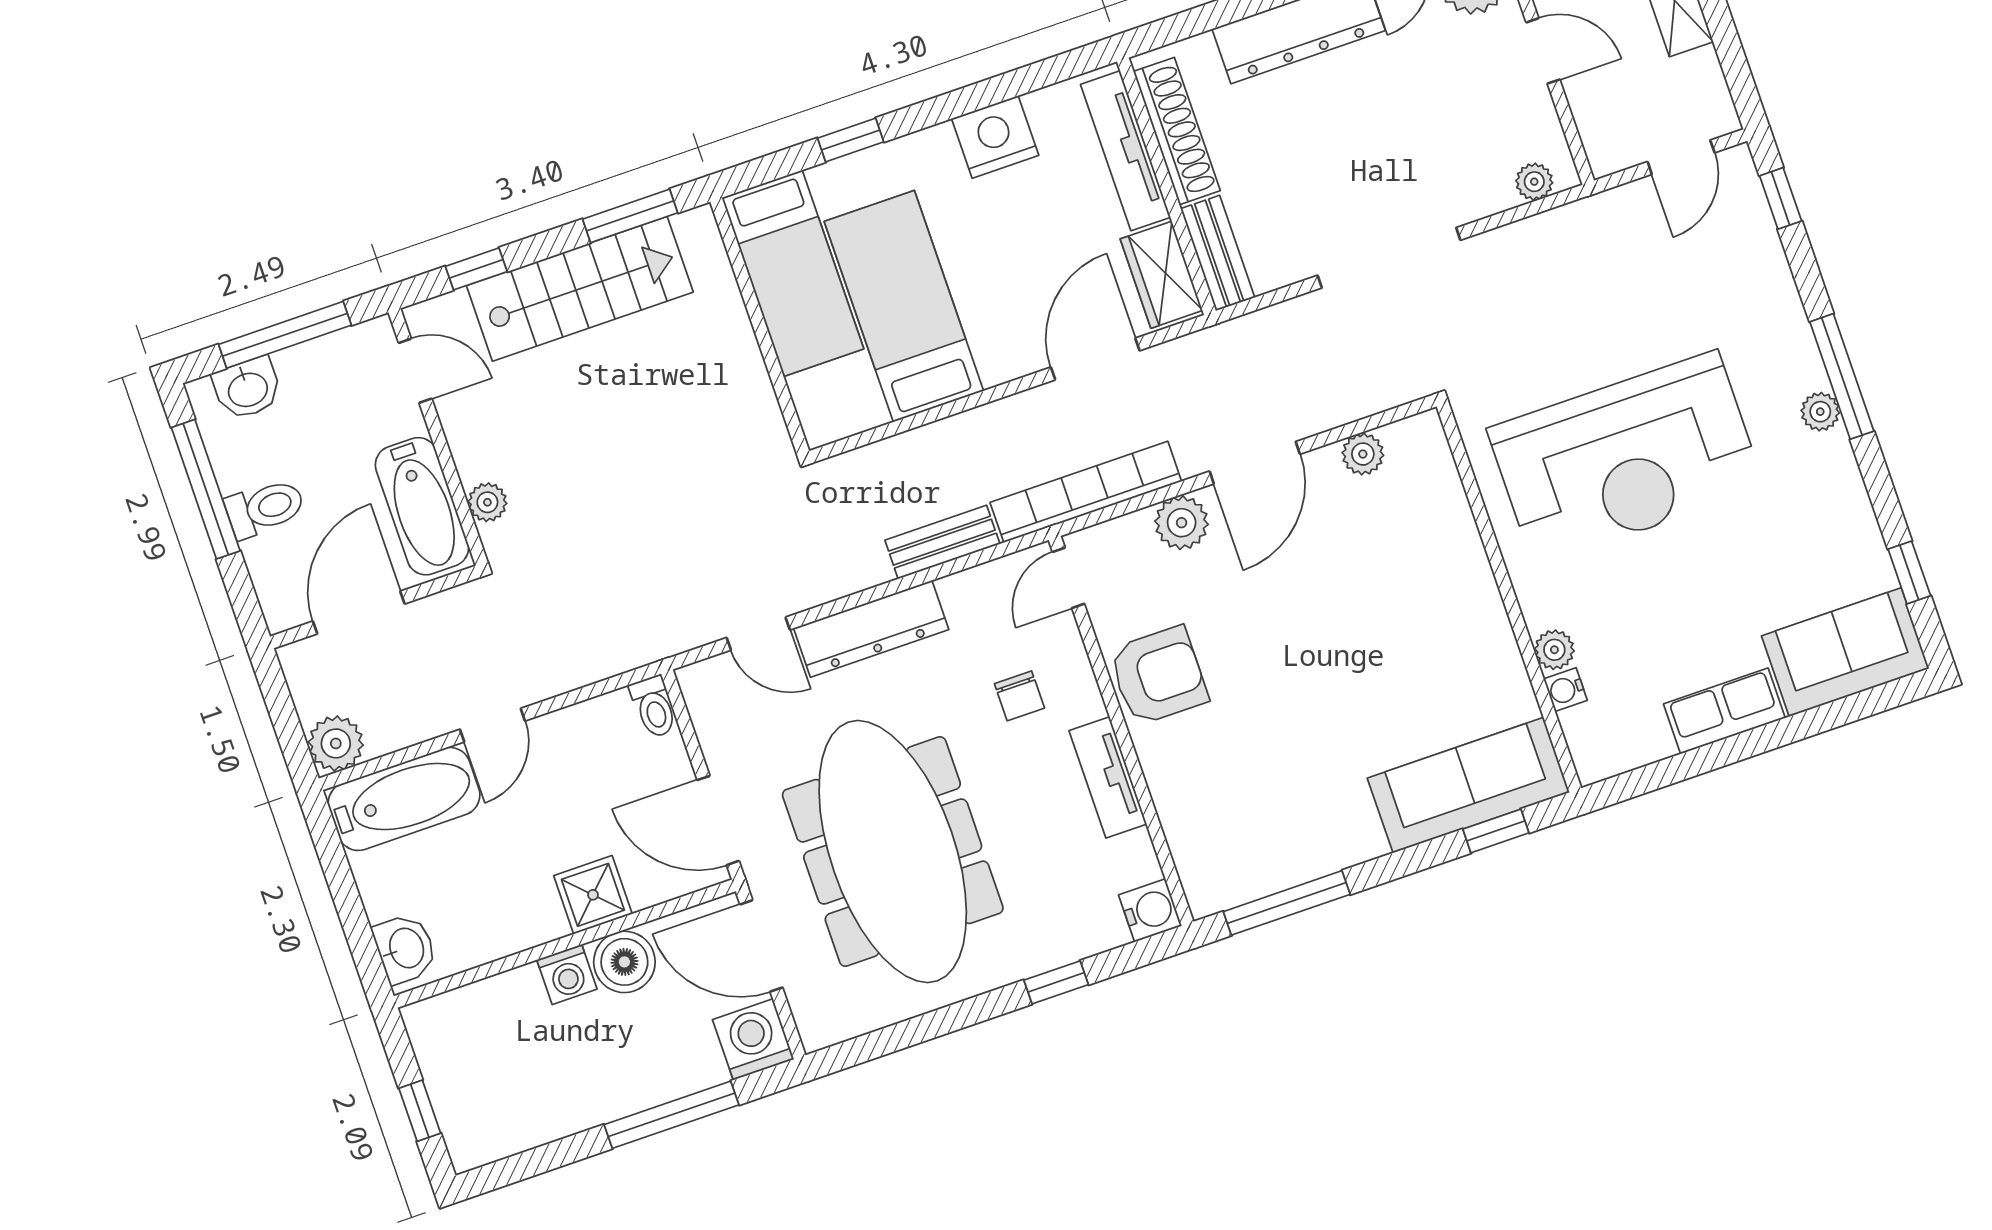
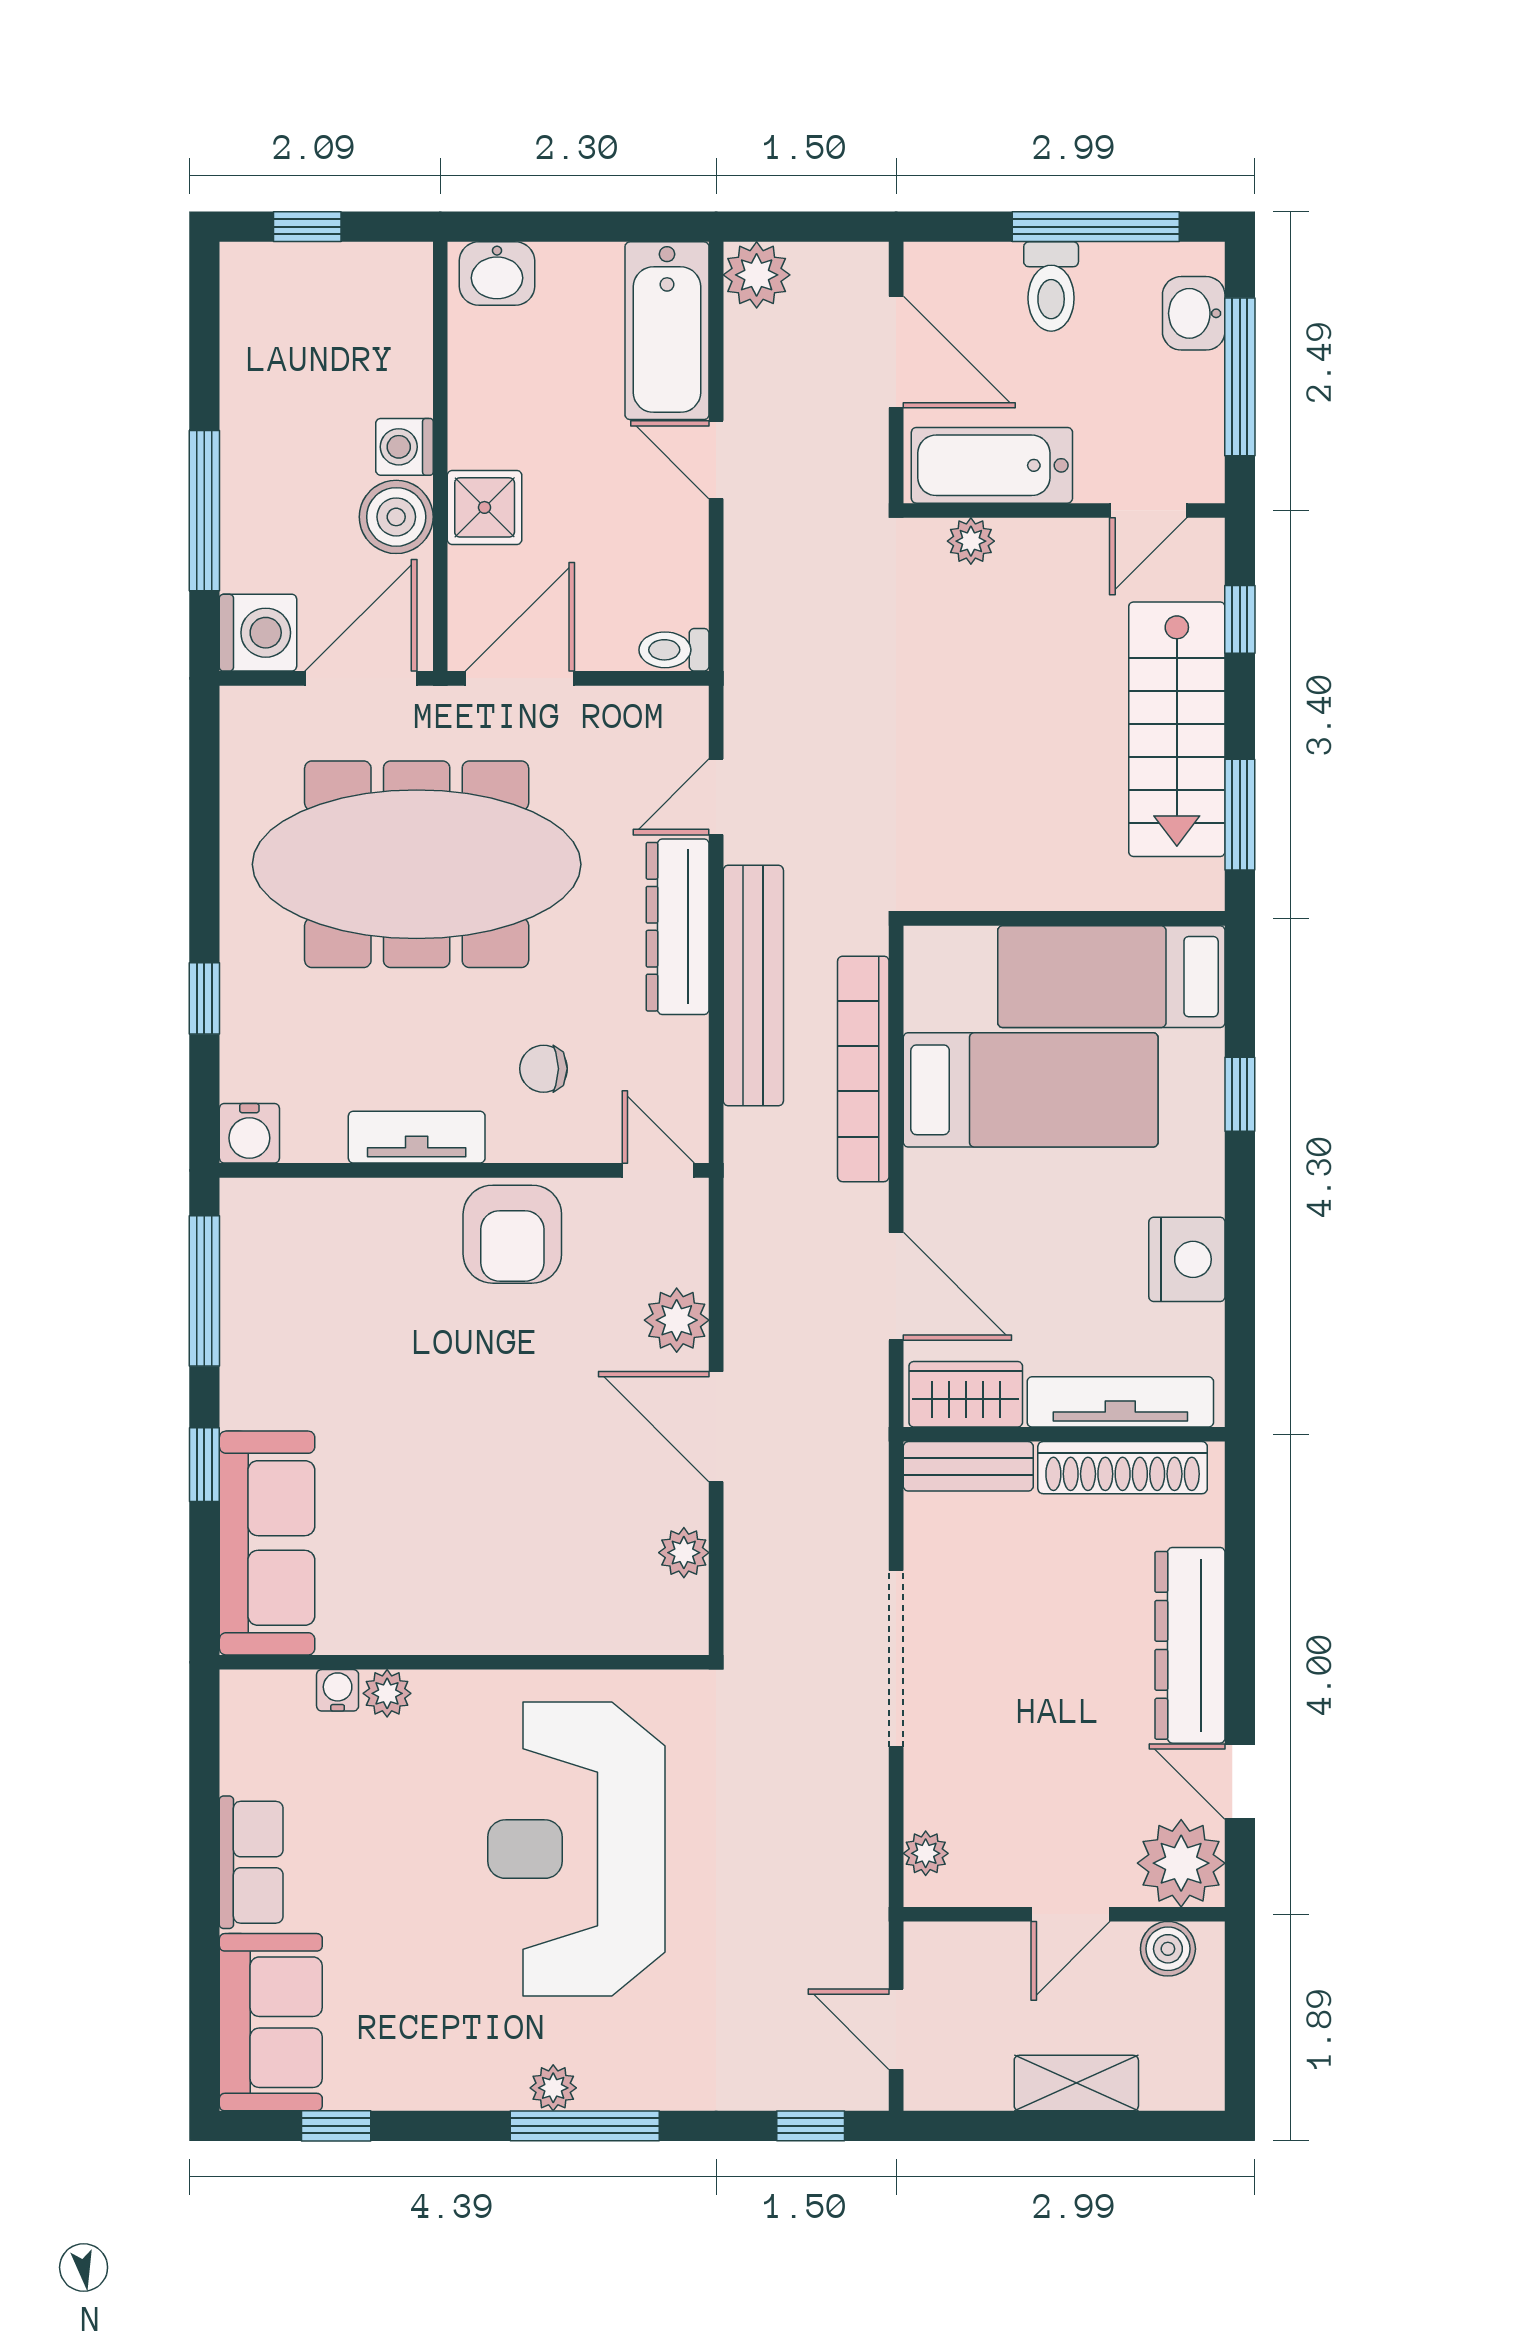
bookcase: (1086, 492) -> (863, 1069), moved, turned 180
bench: (942, 542) -> (753, 986), width x1.86, depth x1.21
window: (1496, 831) -> (204, 1465), moved

